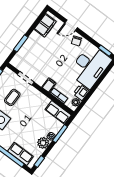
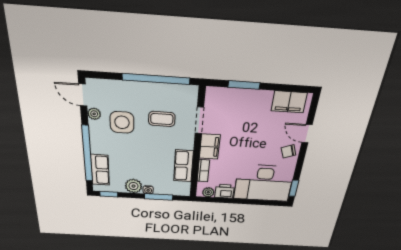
filing cabinet: (49, 85) -> (210, 147), width x2.00
row of seats: (58, 112) -> (183, 166), moved

